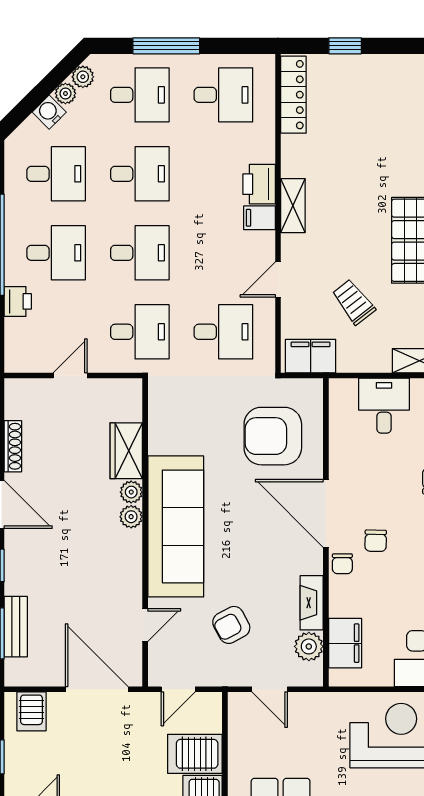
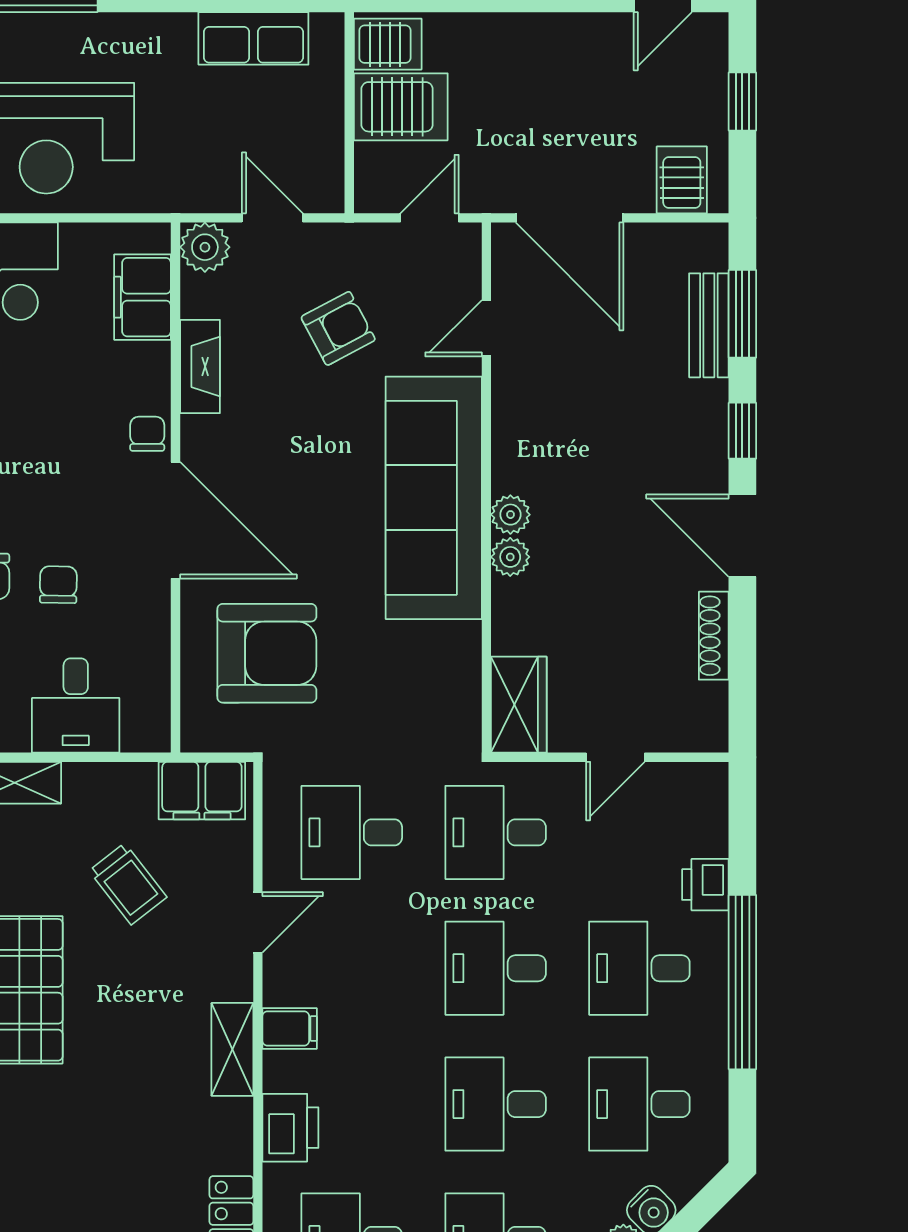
printer: (259, 184) -> (290, 1128), moved
wardrobe: (126, 451) -> (519, 705), moved
chair: (376, 541) -> (58, 585), moved
plant: (309, 646) -> (205, 247), moved

